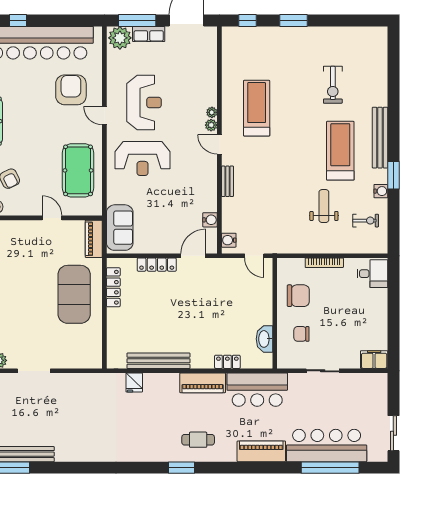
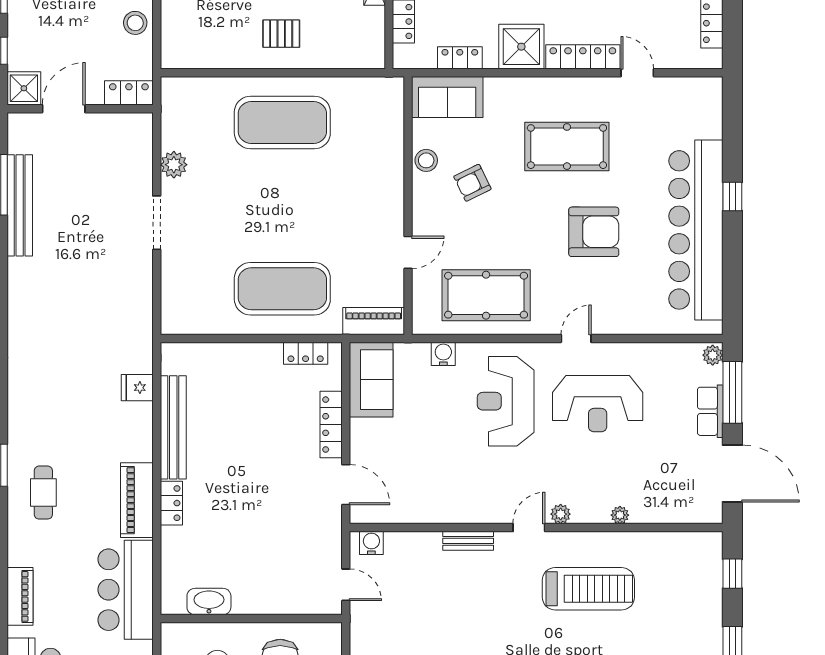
plant: (120, 38) -> (713, 355), width x0.53, depth x0.53
armchair: (71, 90) -> (594, 232), moved
plant: (212, 112) -> (620, 515), moved
water cooler: (210, 220) -> (443, 354), moved, turned 180
sofa: (120, 228) -> (371, 380), moved, turned -90
door: (254, 256) -> (346, 585), swing flipped
locker: (113, 287) -> (306, 353), width x0.66
locker: (227, 362) -> (171, 503), moved
piano: (261, 451) -> (20, 596), width x0.73, depth x0.75

